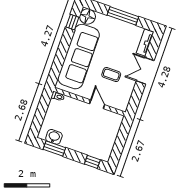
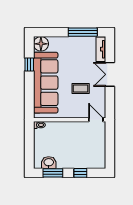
window: (123, 16) -> (83, 32), moved
window: (72, 22) -> (29, 65), moved
door: (97, 104) -> (96, 120), moved
window: (92, 162) -> (80, 173), moved

